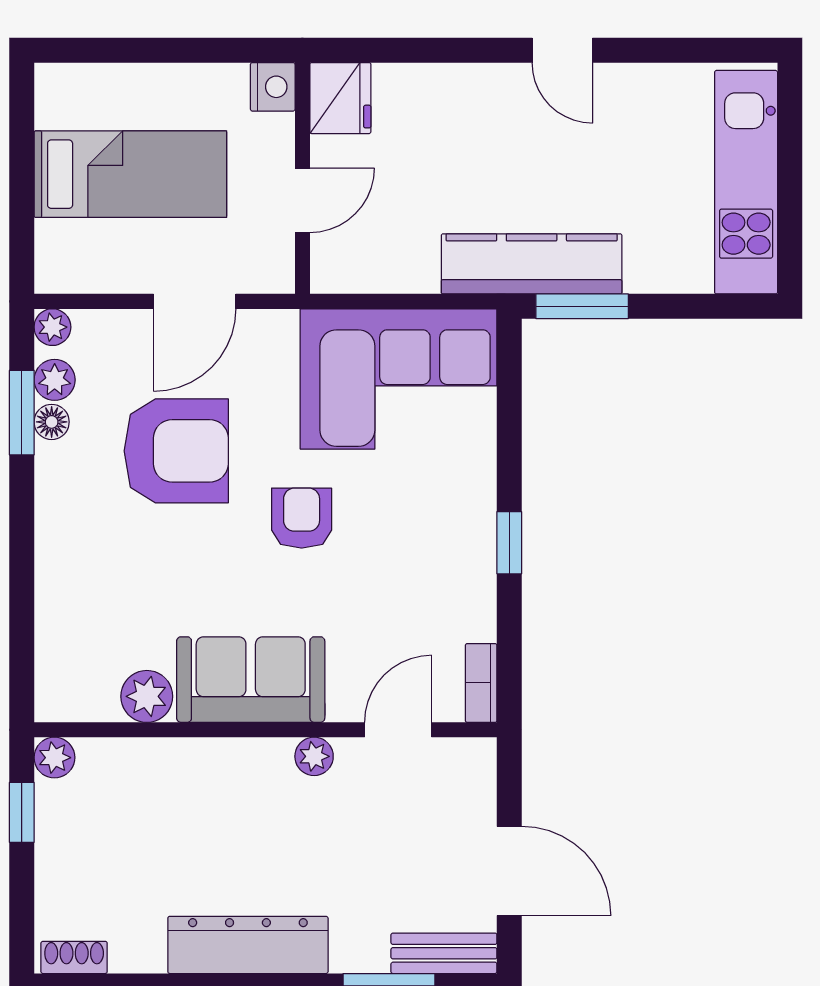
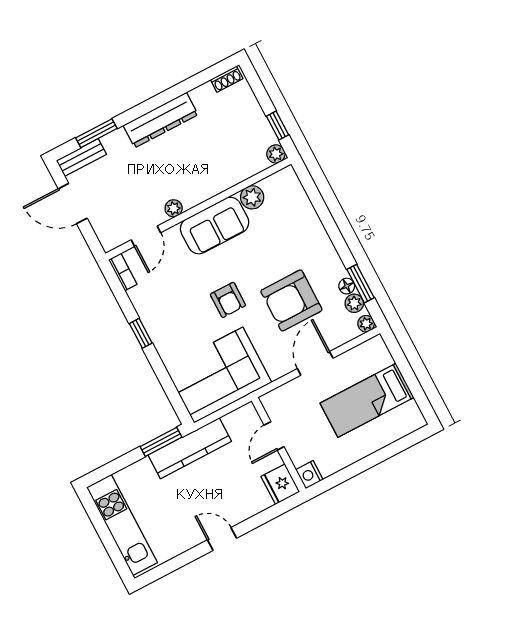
nightstand: (273, 87) -> (309, 475), moved
fridge: (340, 98) -> (280, 484), moved
wall: (302, 178) -> (279, 445), moved
door: (302, 200) -> (274, 436), moved

